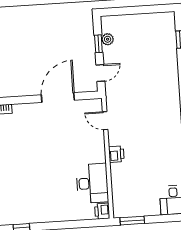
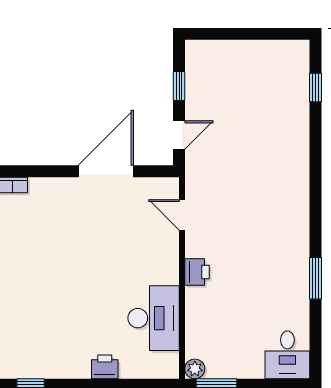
plant: (108, 39) -> (195, 369), moved
printer: (102, 211) -> (105, 367), moved, turned 90

